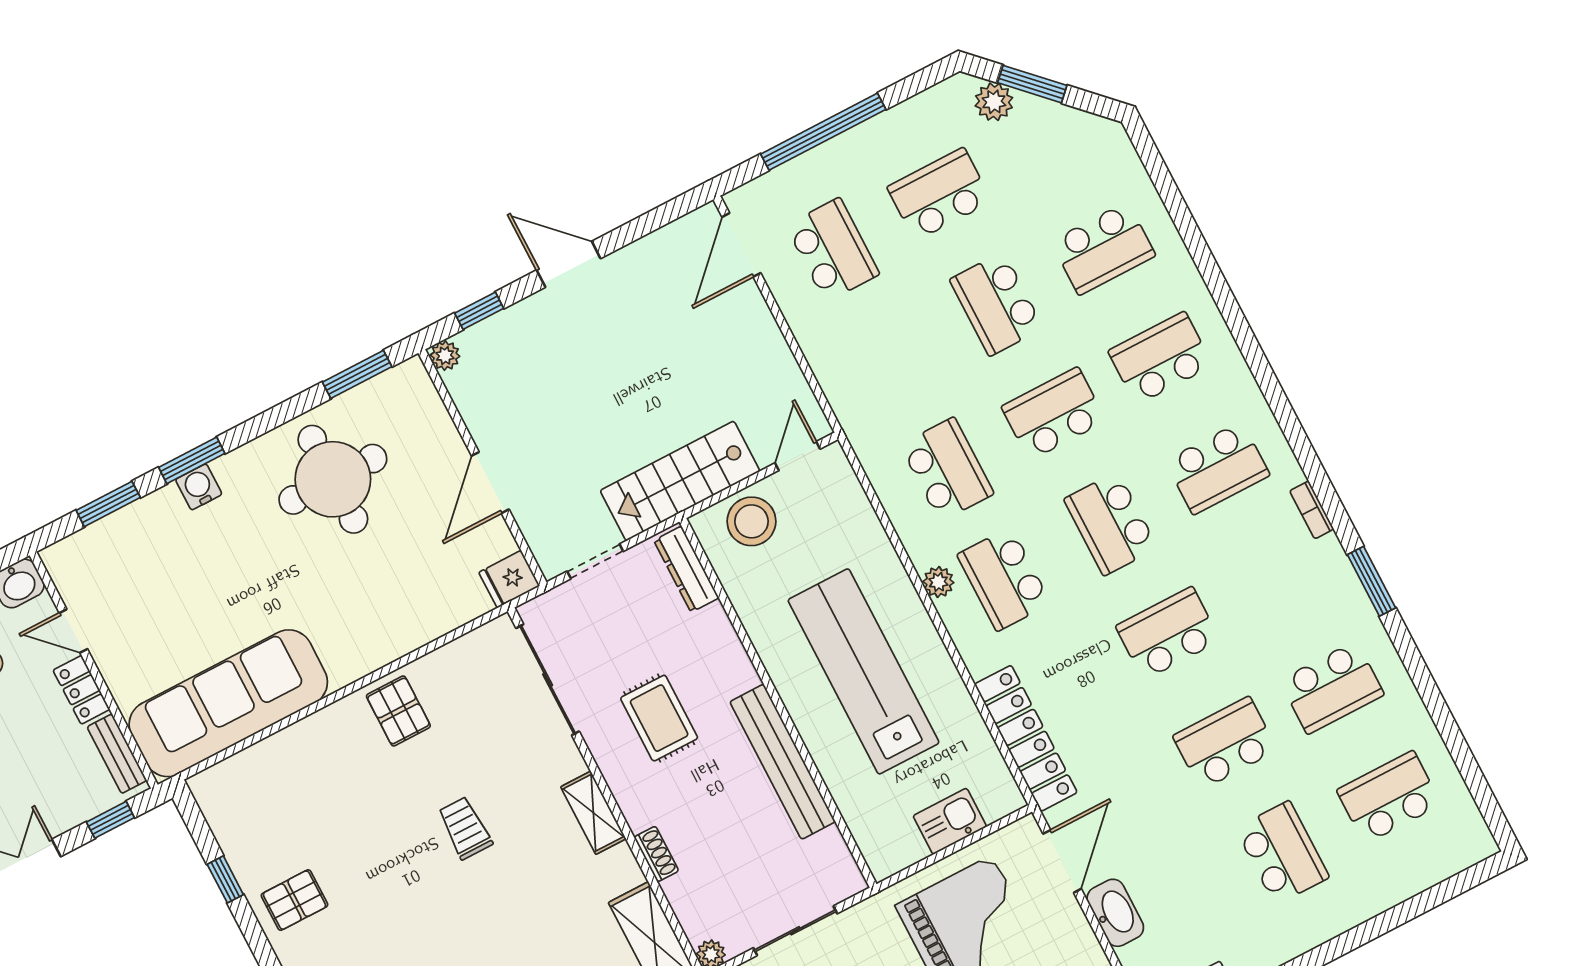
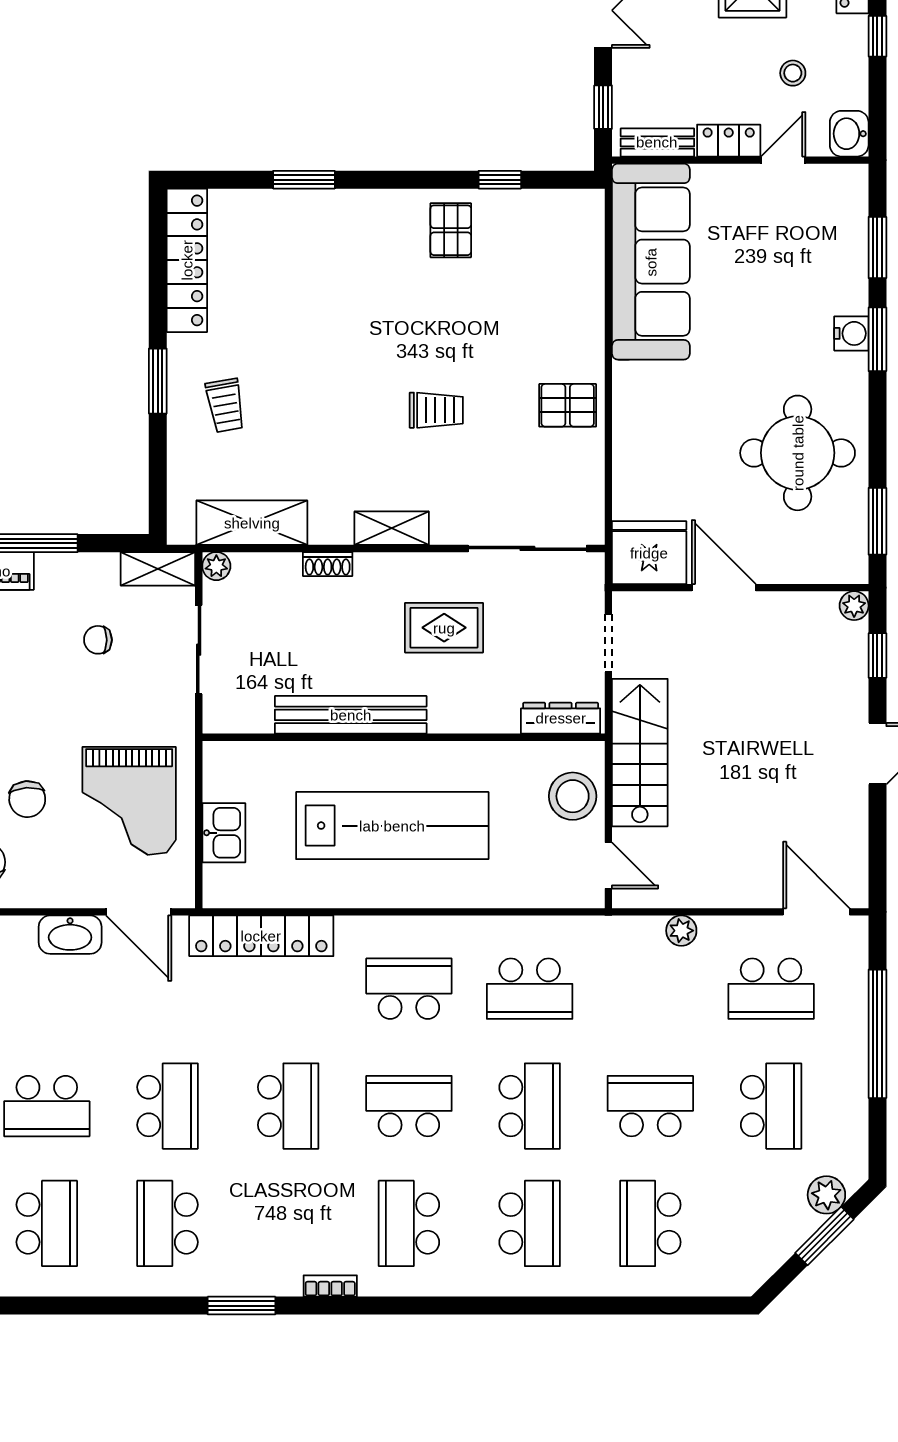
fridge: (509, 579) -> (649, 553), width x1.88, depth x1.34
plant: (938, 582) -> (681, 931), moved

